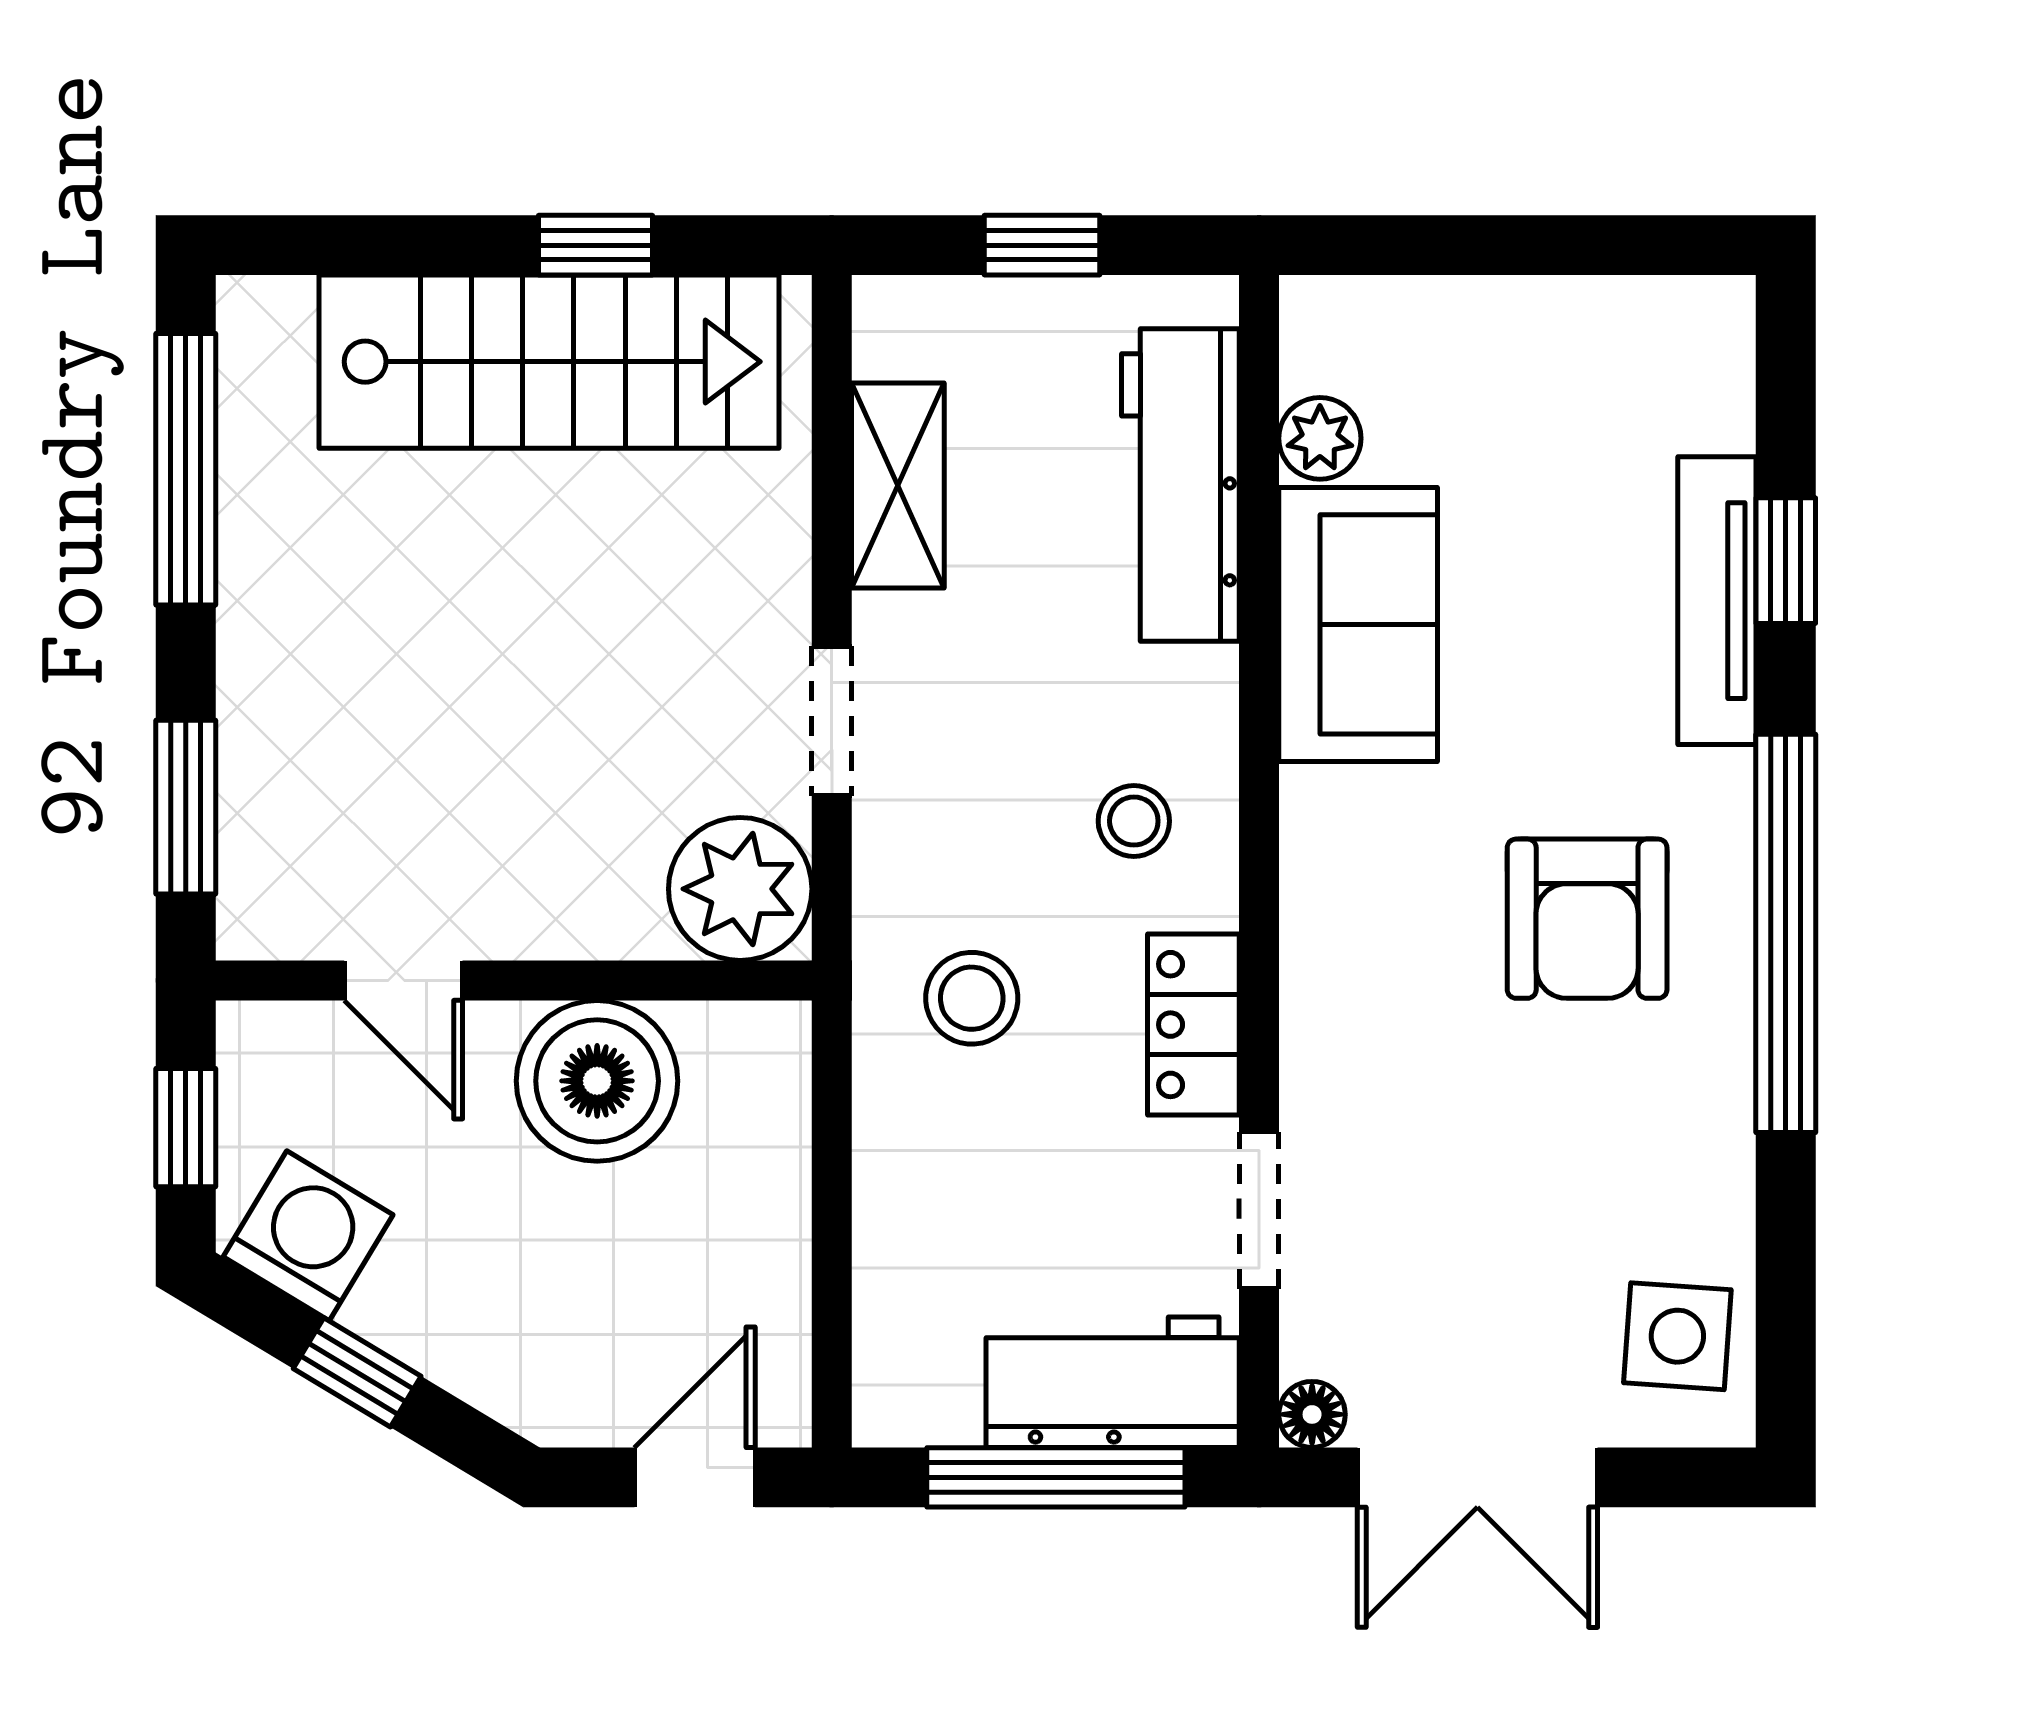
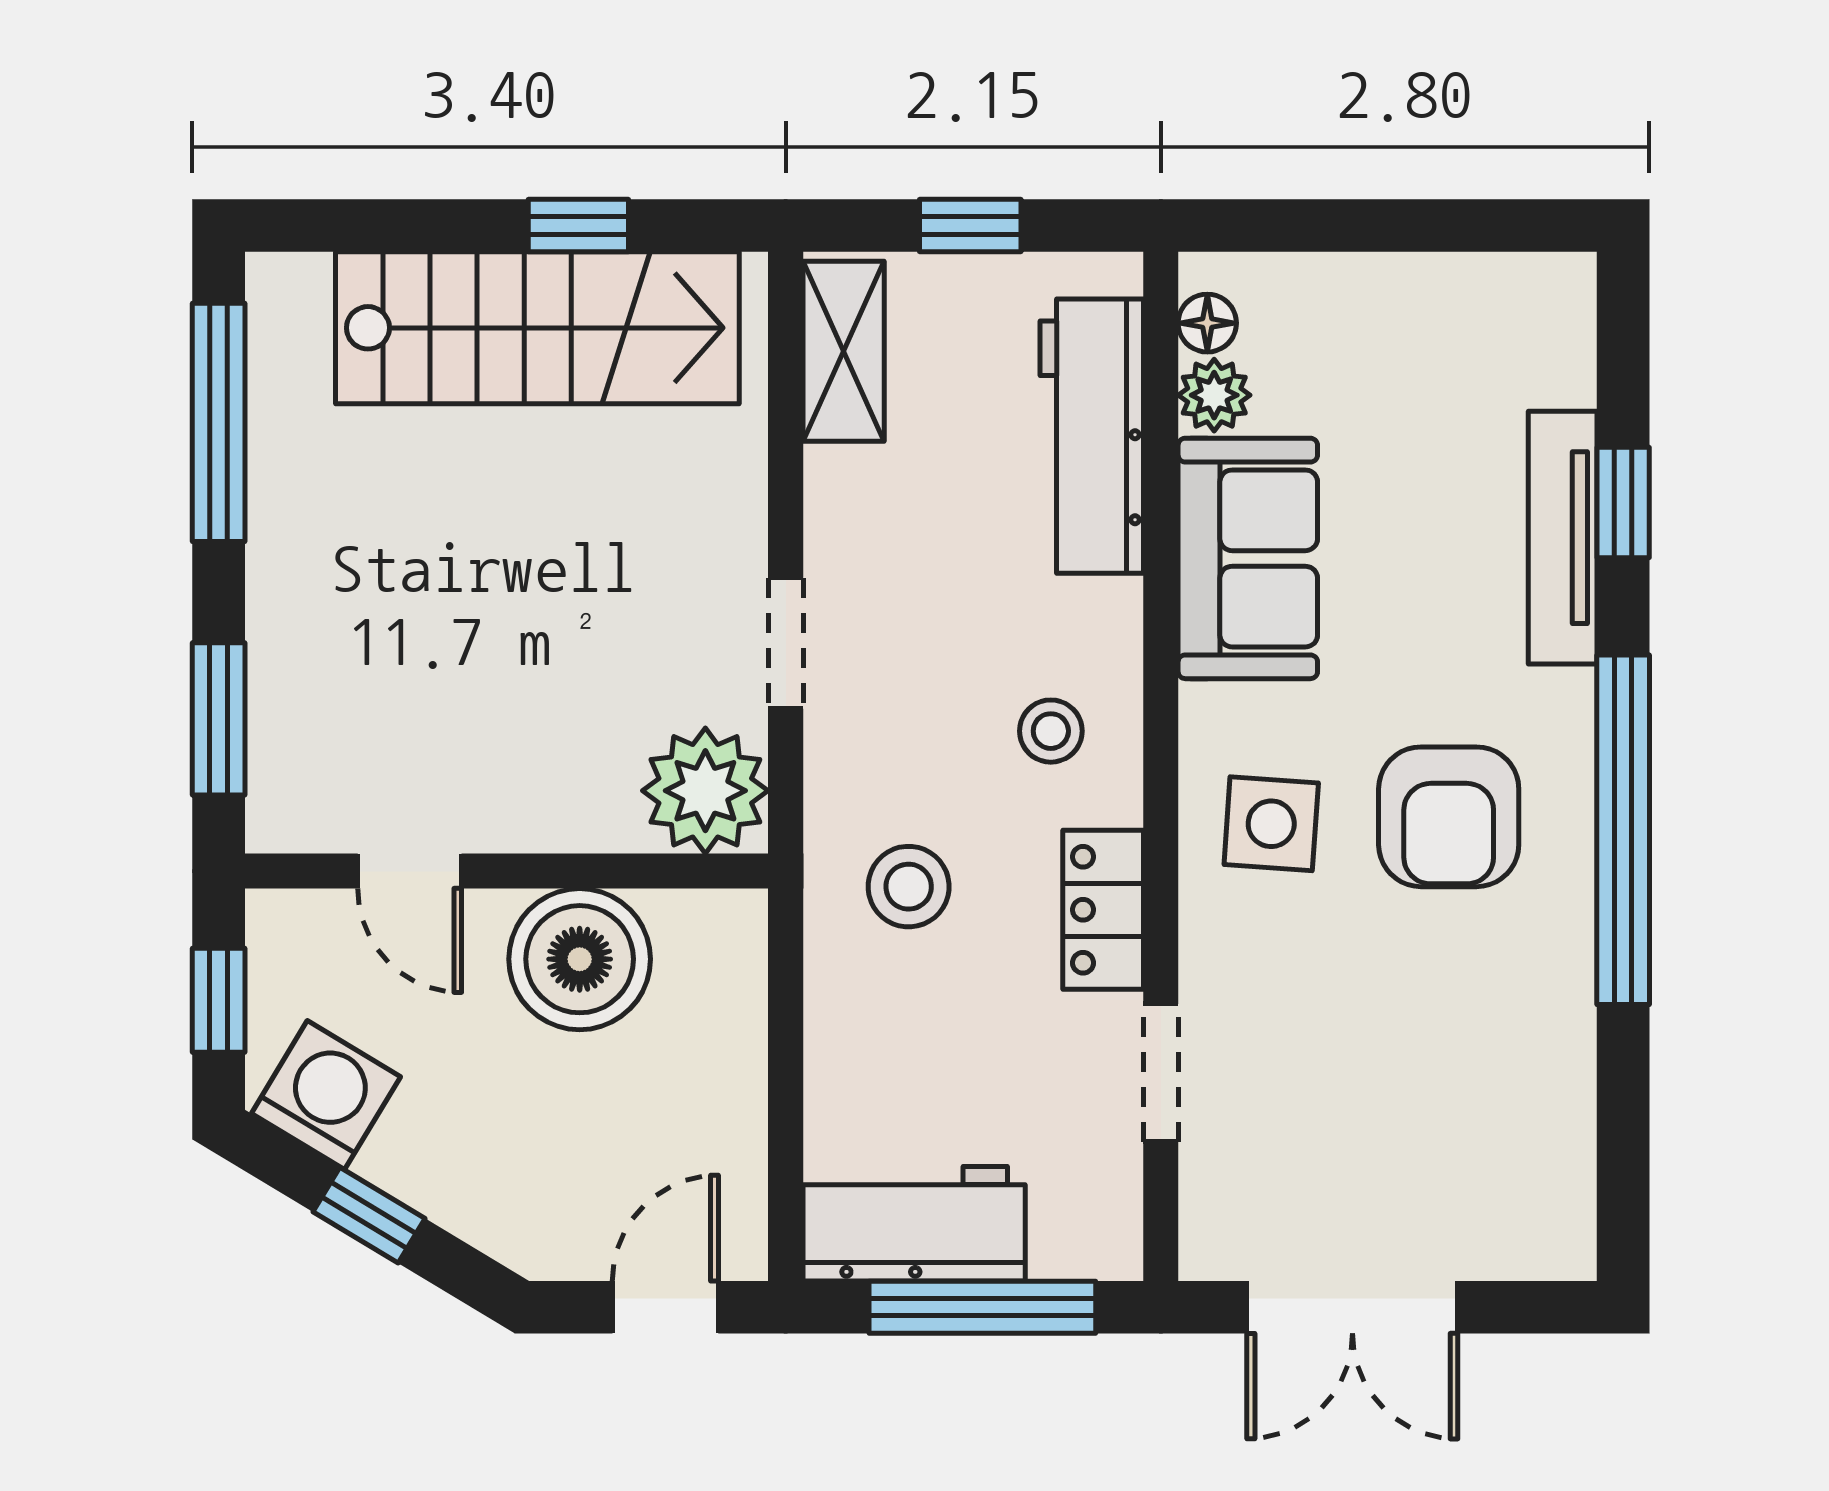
shelving: (898, 485) -> (844, 351), moved
side table: (1677, 1336) -> (1271, 824), moved
workbench: (1113, 1382) -> (914, 1224), moved
floor lamp: (1312, 1414) -> (1207, 323), moved

